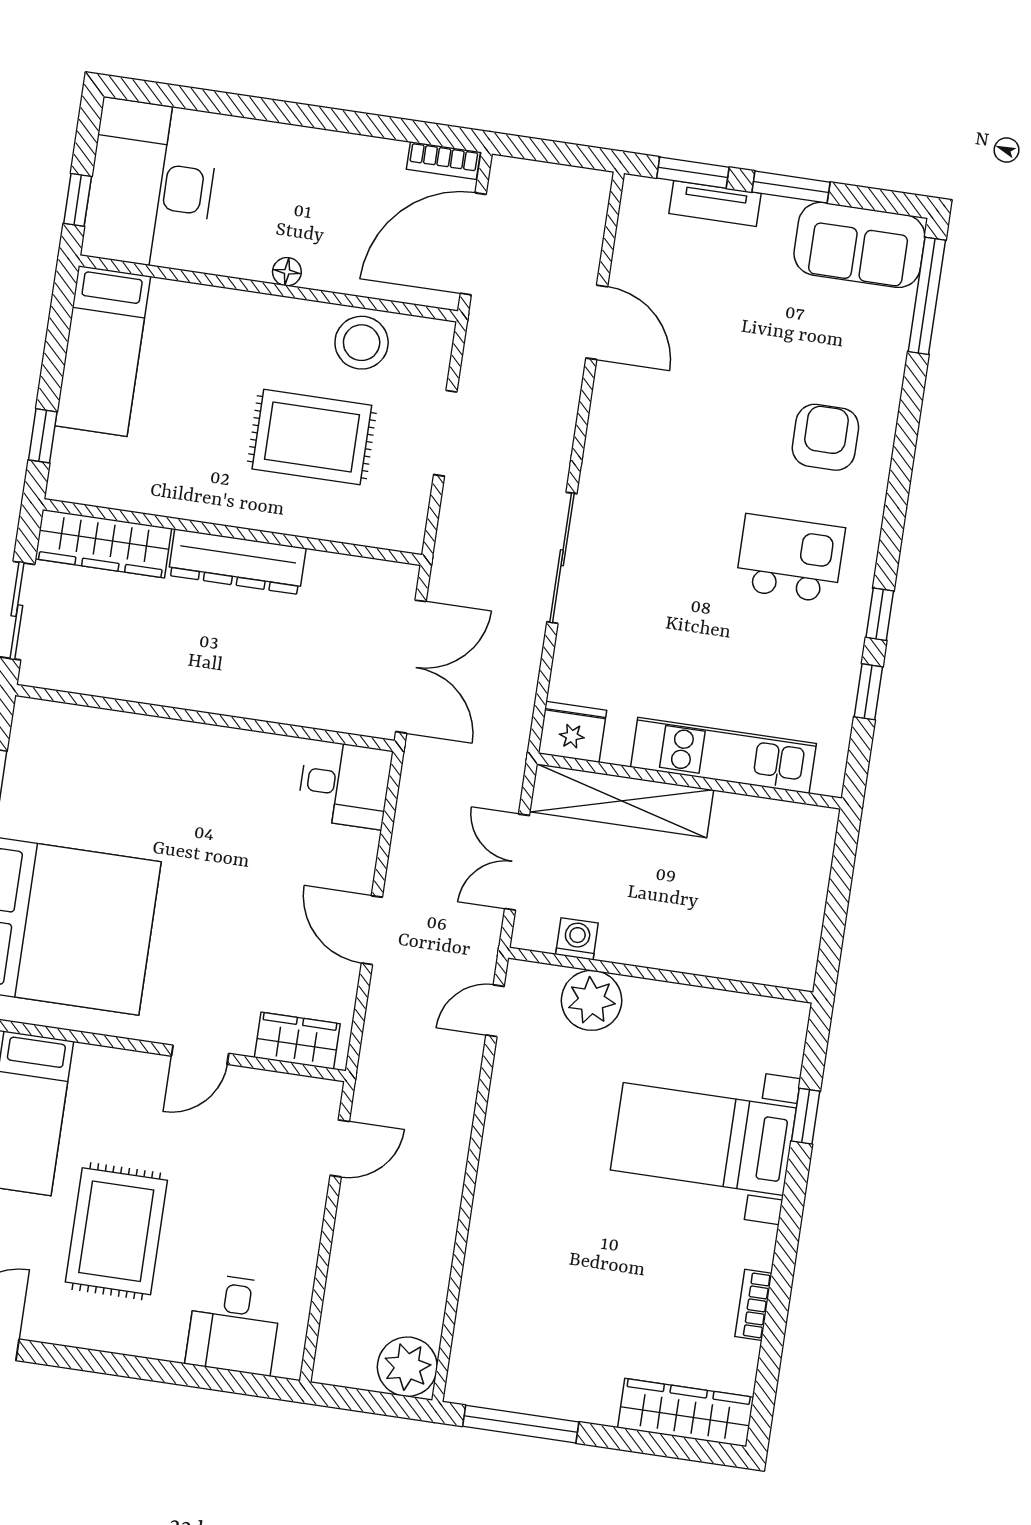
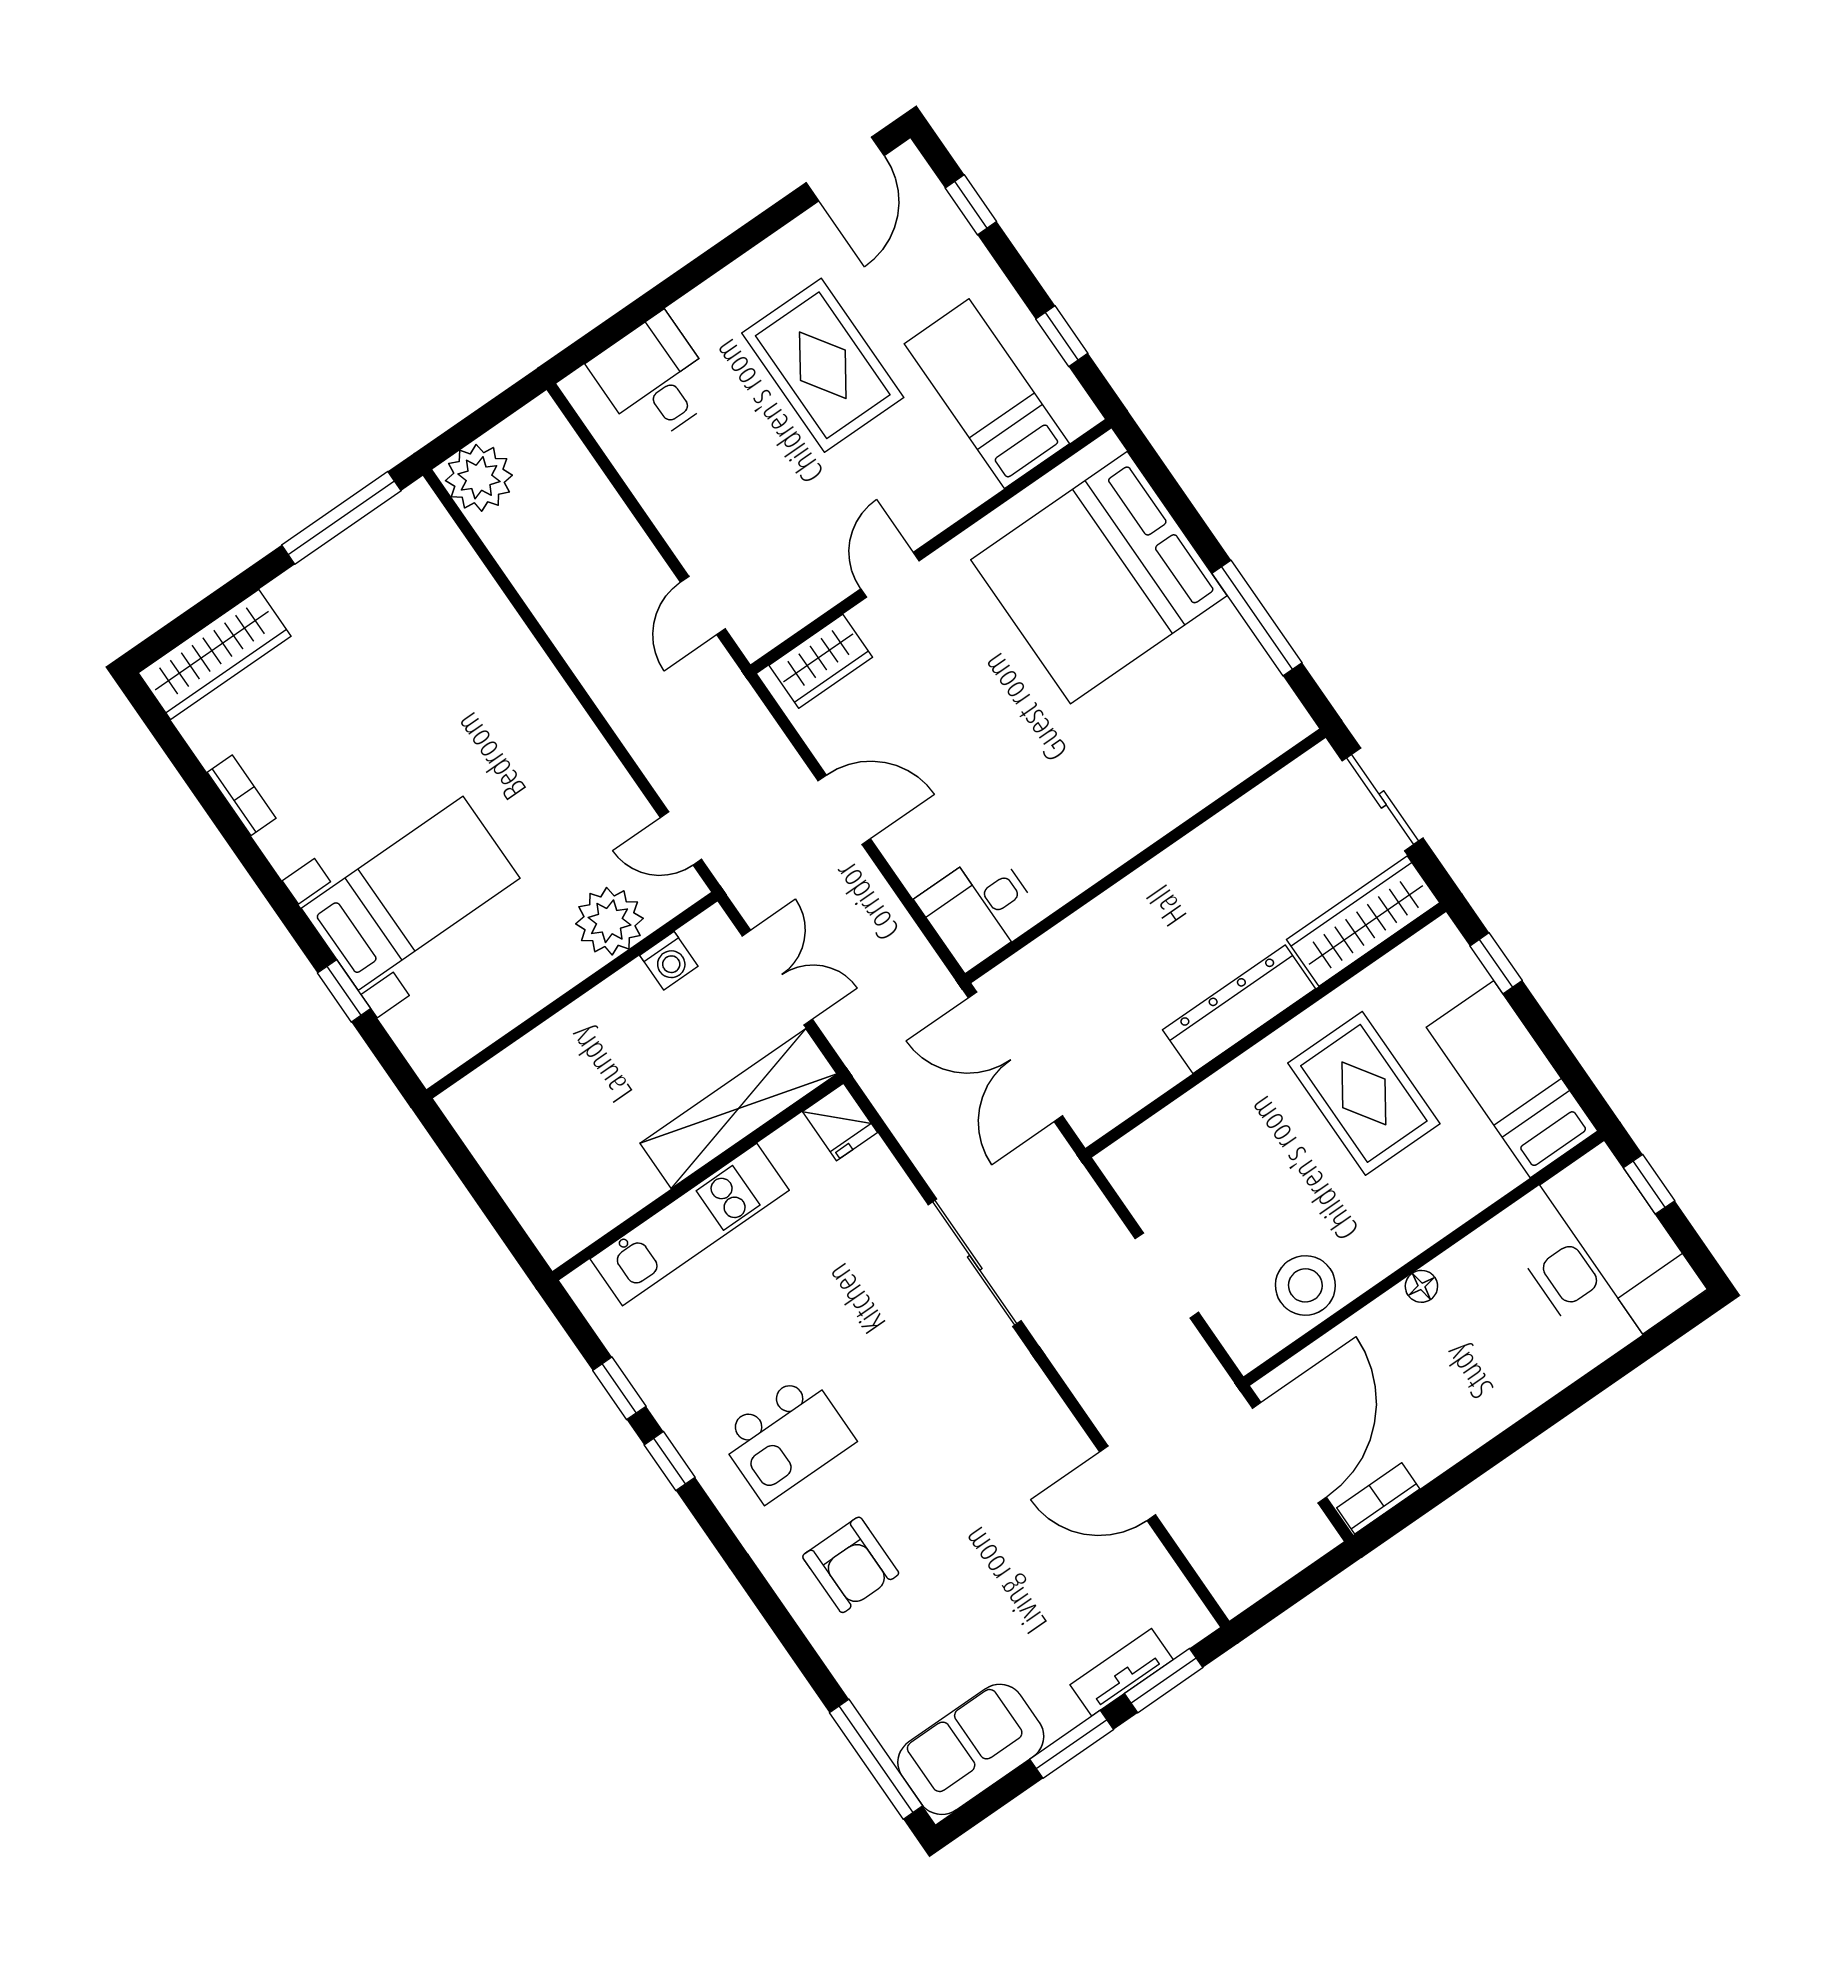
rug: (312, 437) -> (1364, 1093), moved, turned 90
fridge: (572, 732) -> (840, 1122), width x0.72
door: (495, 1011) -> (681, 838), swing flipped

